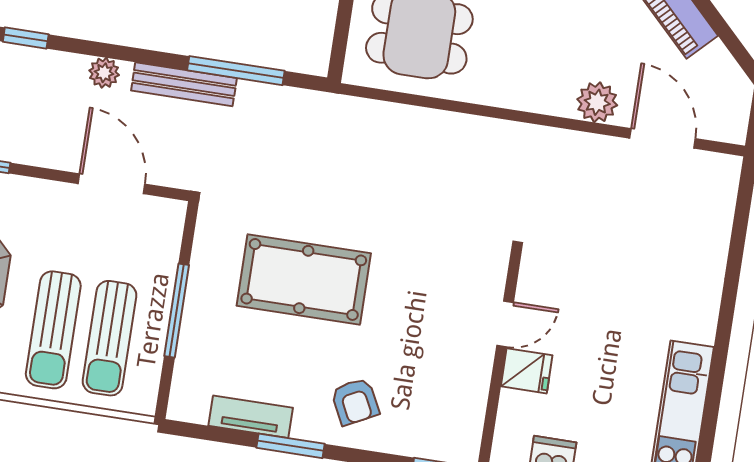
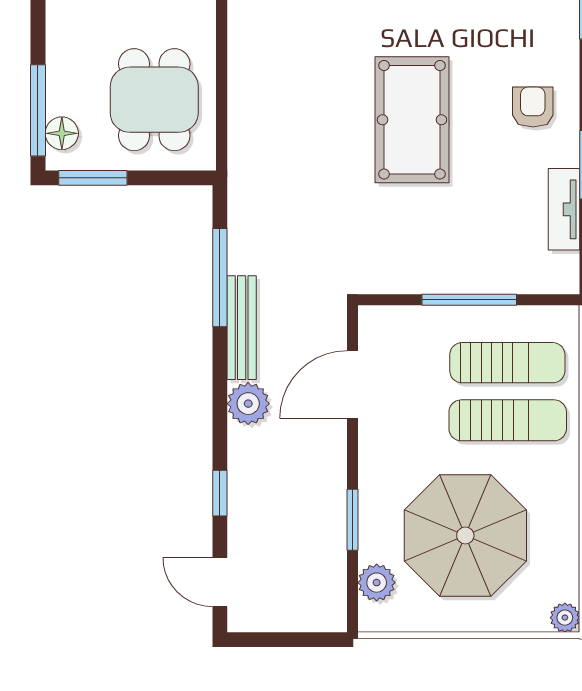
plant: (104, 73) -> (248, 404), width x1.38, depth x1.38
pool table: (304, 279) -> (412, 120), moved
armchair: (355, 402) -> (533, 107), turned -63

